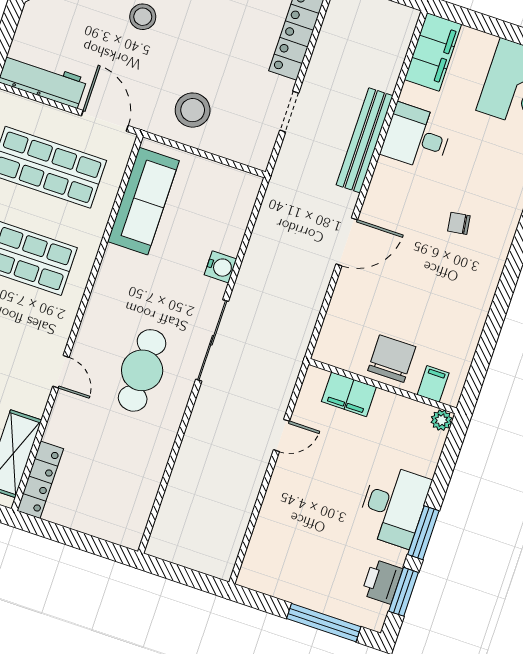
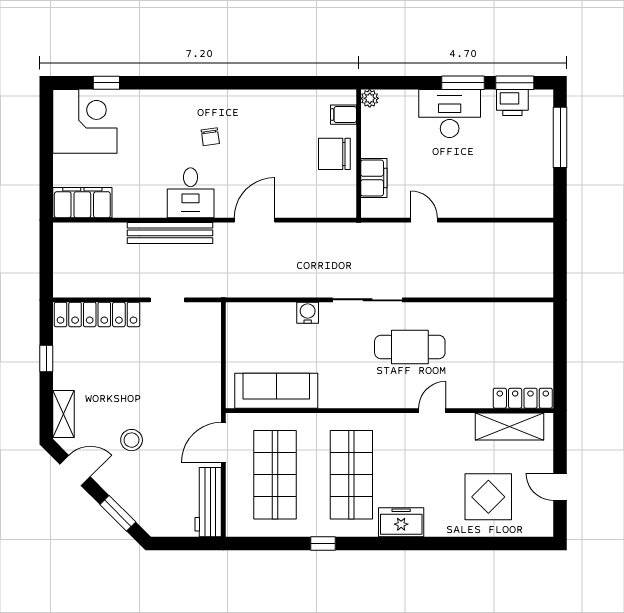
stool: (193, 110) -> (192, 376), removed
desk: (417, 137) -> (191, 193), moved
door: (347, 242) -> (255, 220), hinge flipped

